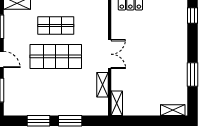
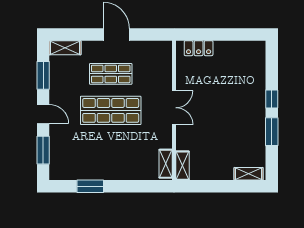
window: (192, 16) -> (272, 99), moved
shelving: (102, 85) -> (166, 164), moved
window: (70, 121) -> (128, 186), removed

